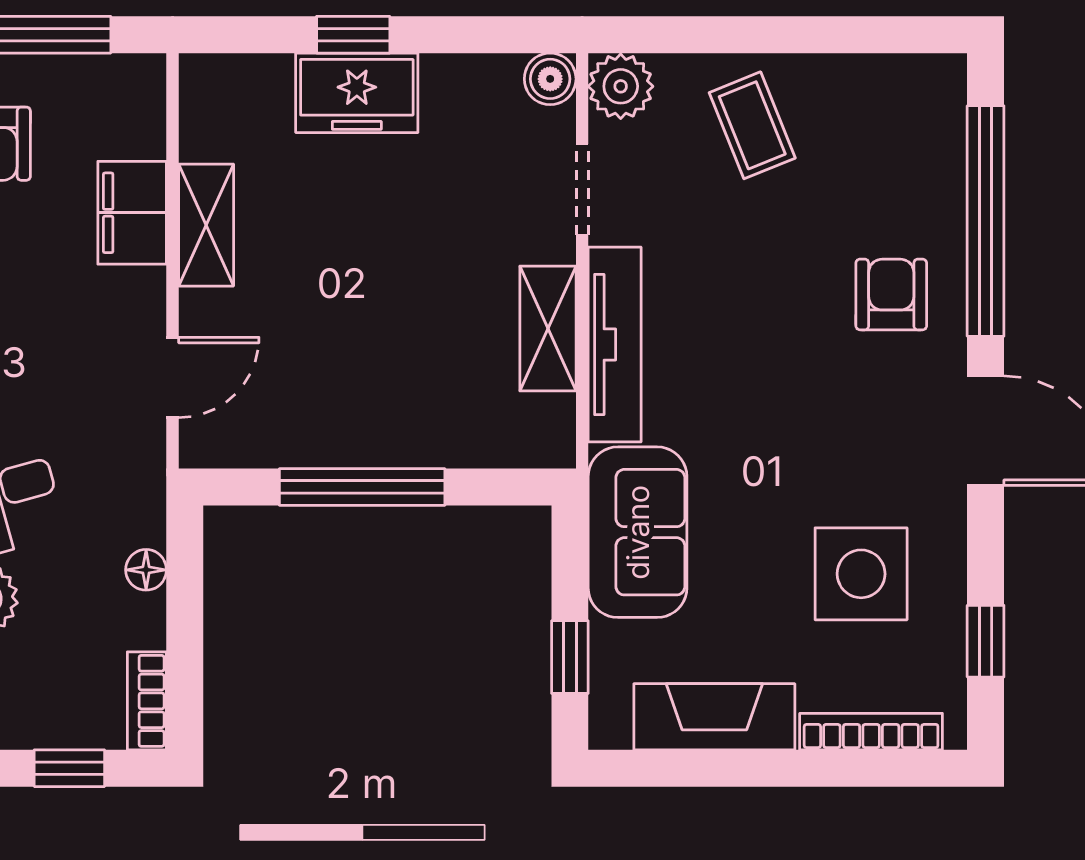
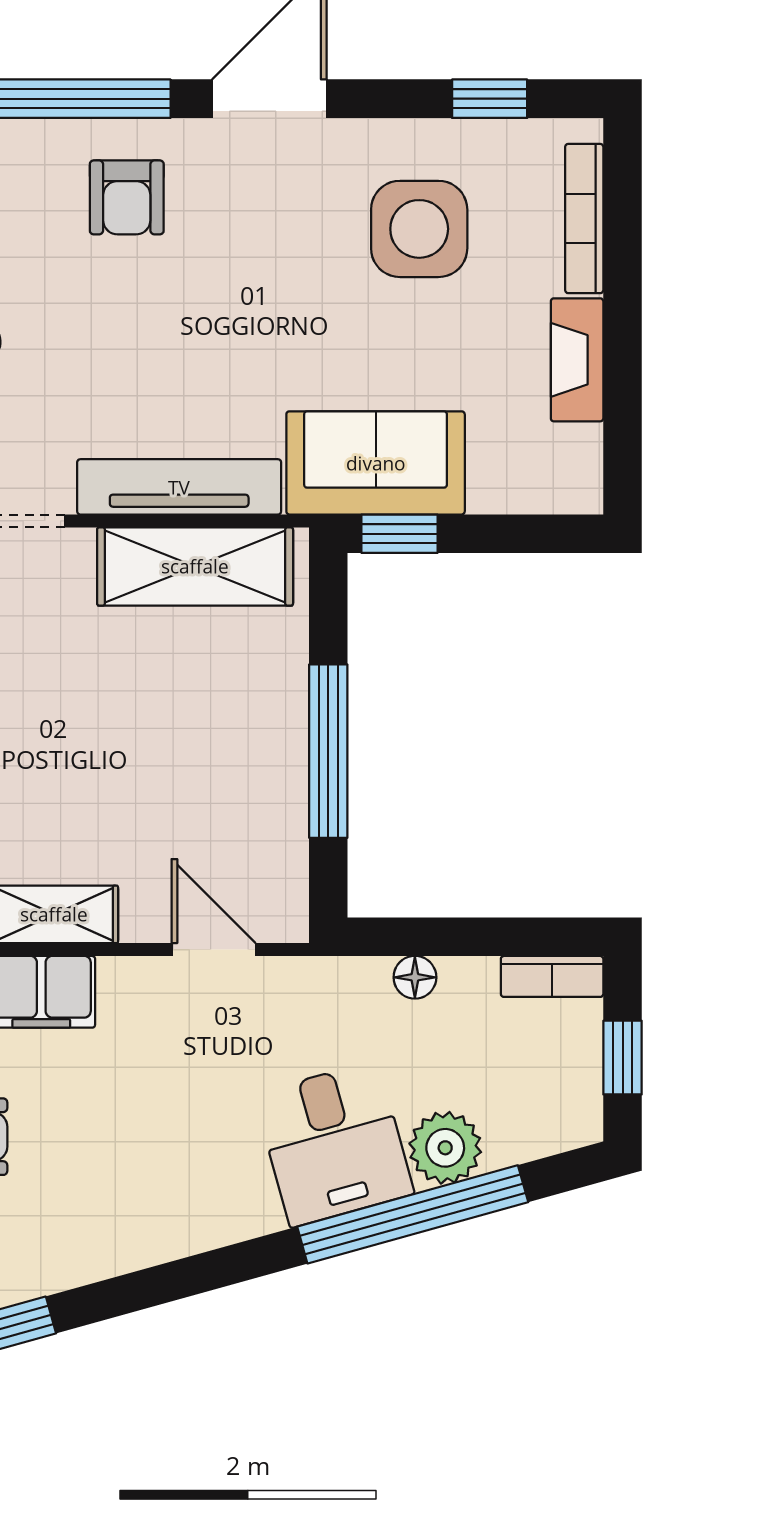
armchair: (891, 294) -> (127, 197), turned -90
shelving: (548, 329) -> (195, 566), width x1.50, depth x1.33
window: (570, 657) -> (400, 534), moved
fireplace: (714, 717) -> (577, 360), width x0.73, depth x0.76

